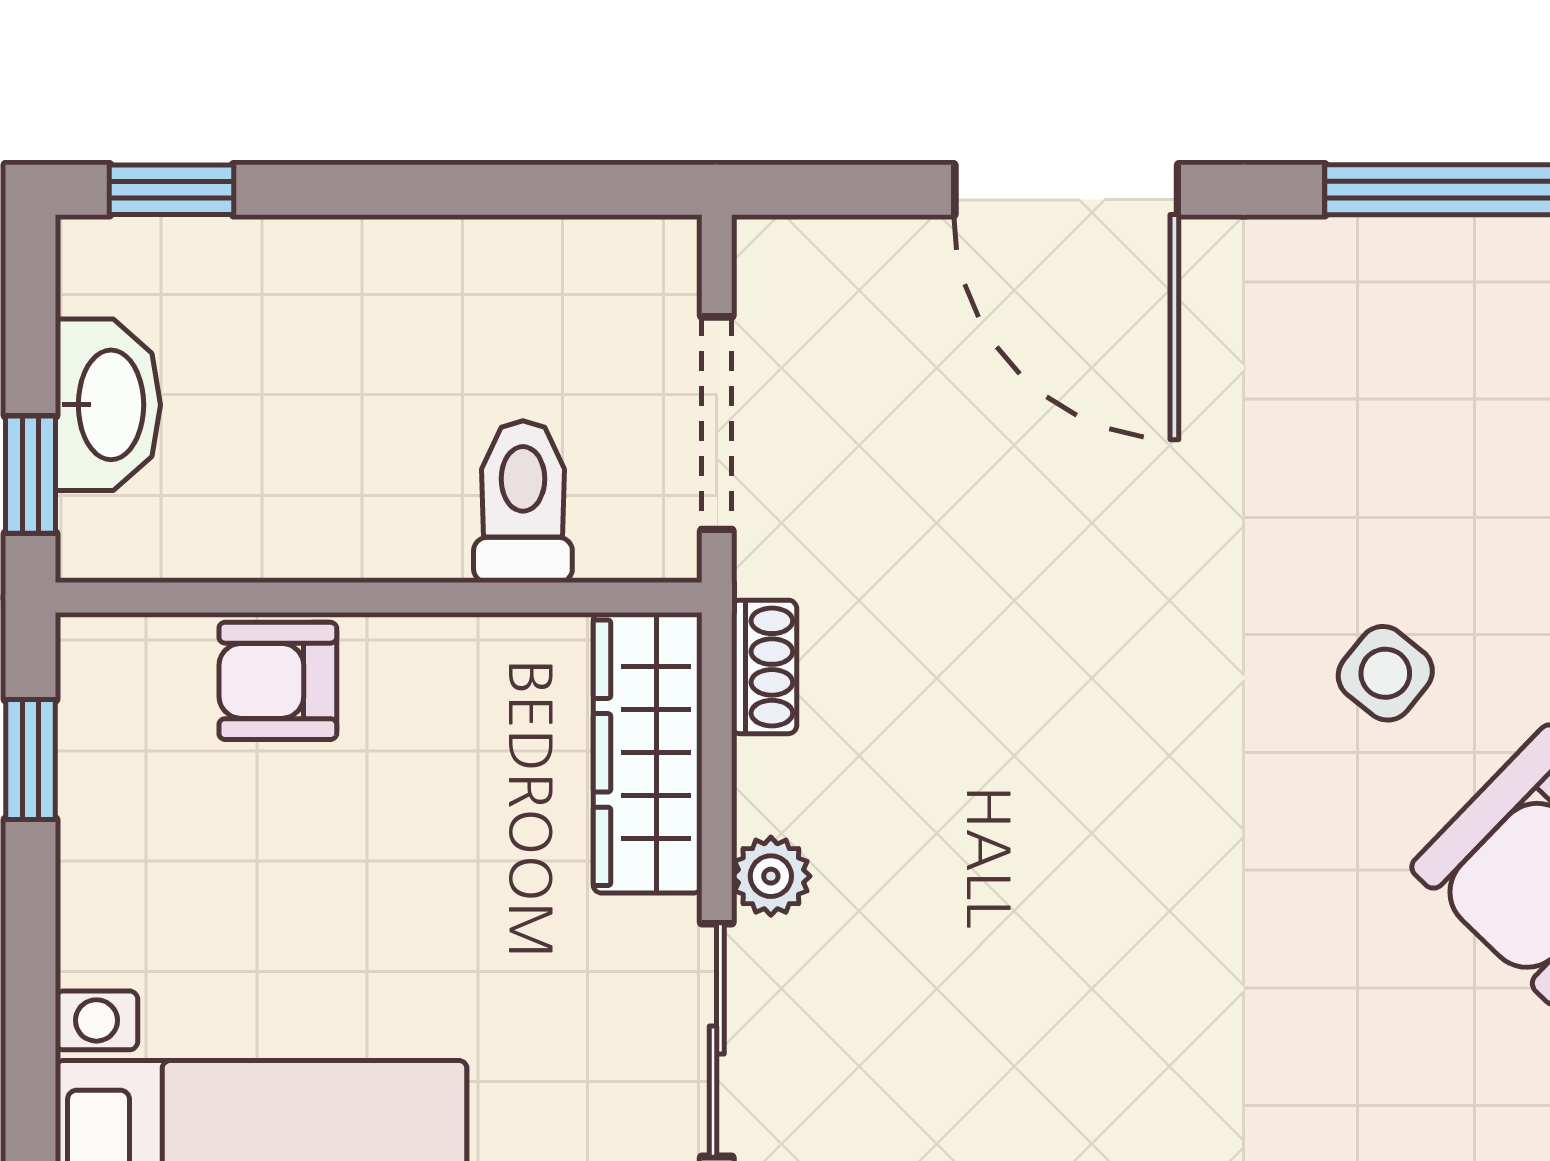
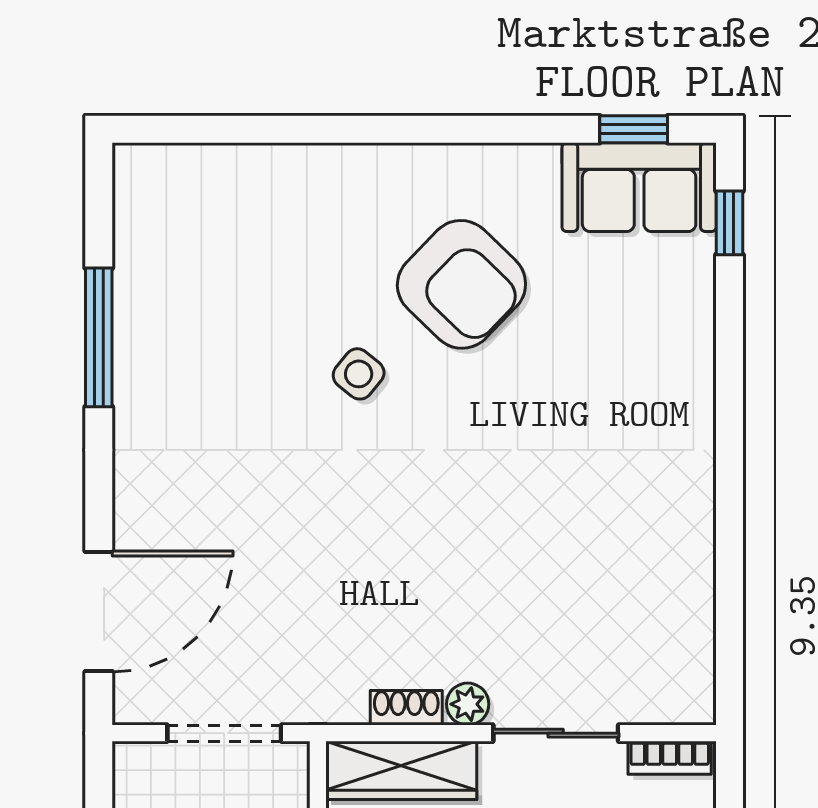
door: (1066, 190) -> (99, 611), moved
shoe rack: (764, 667) -> (406, 708), moved

